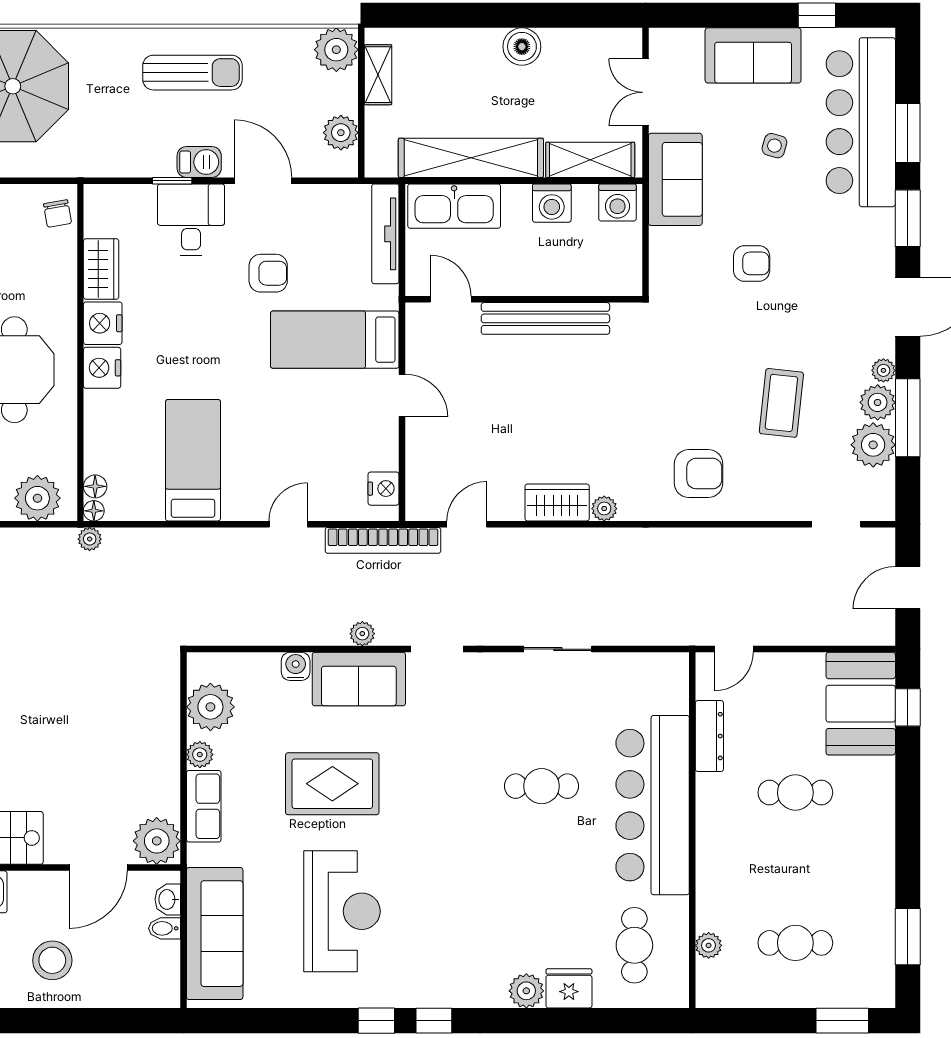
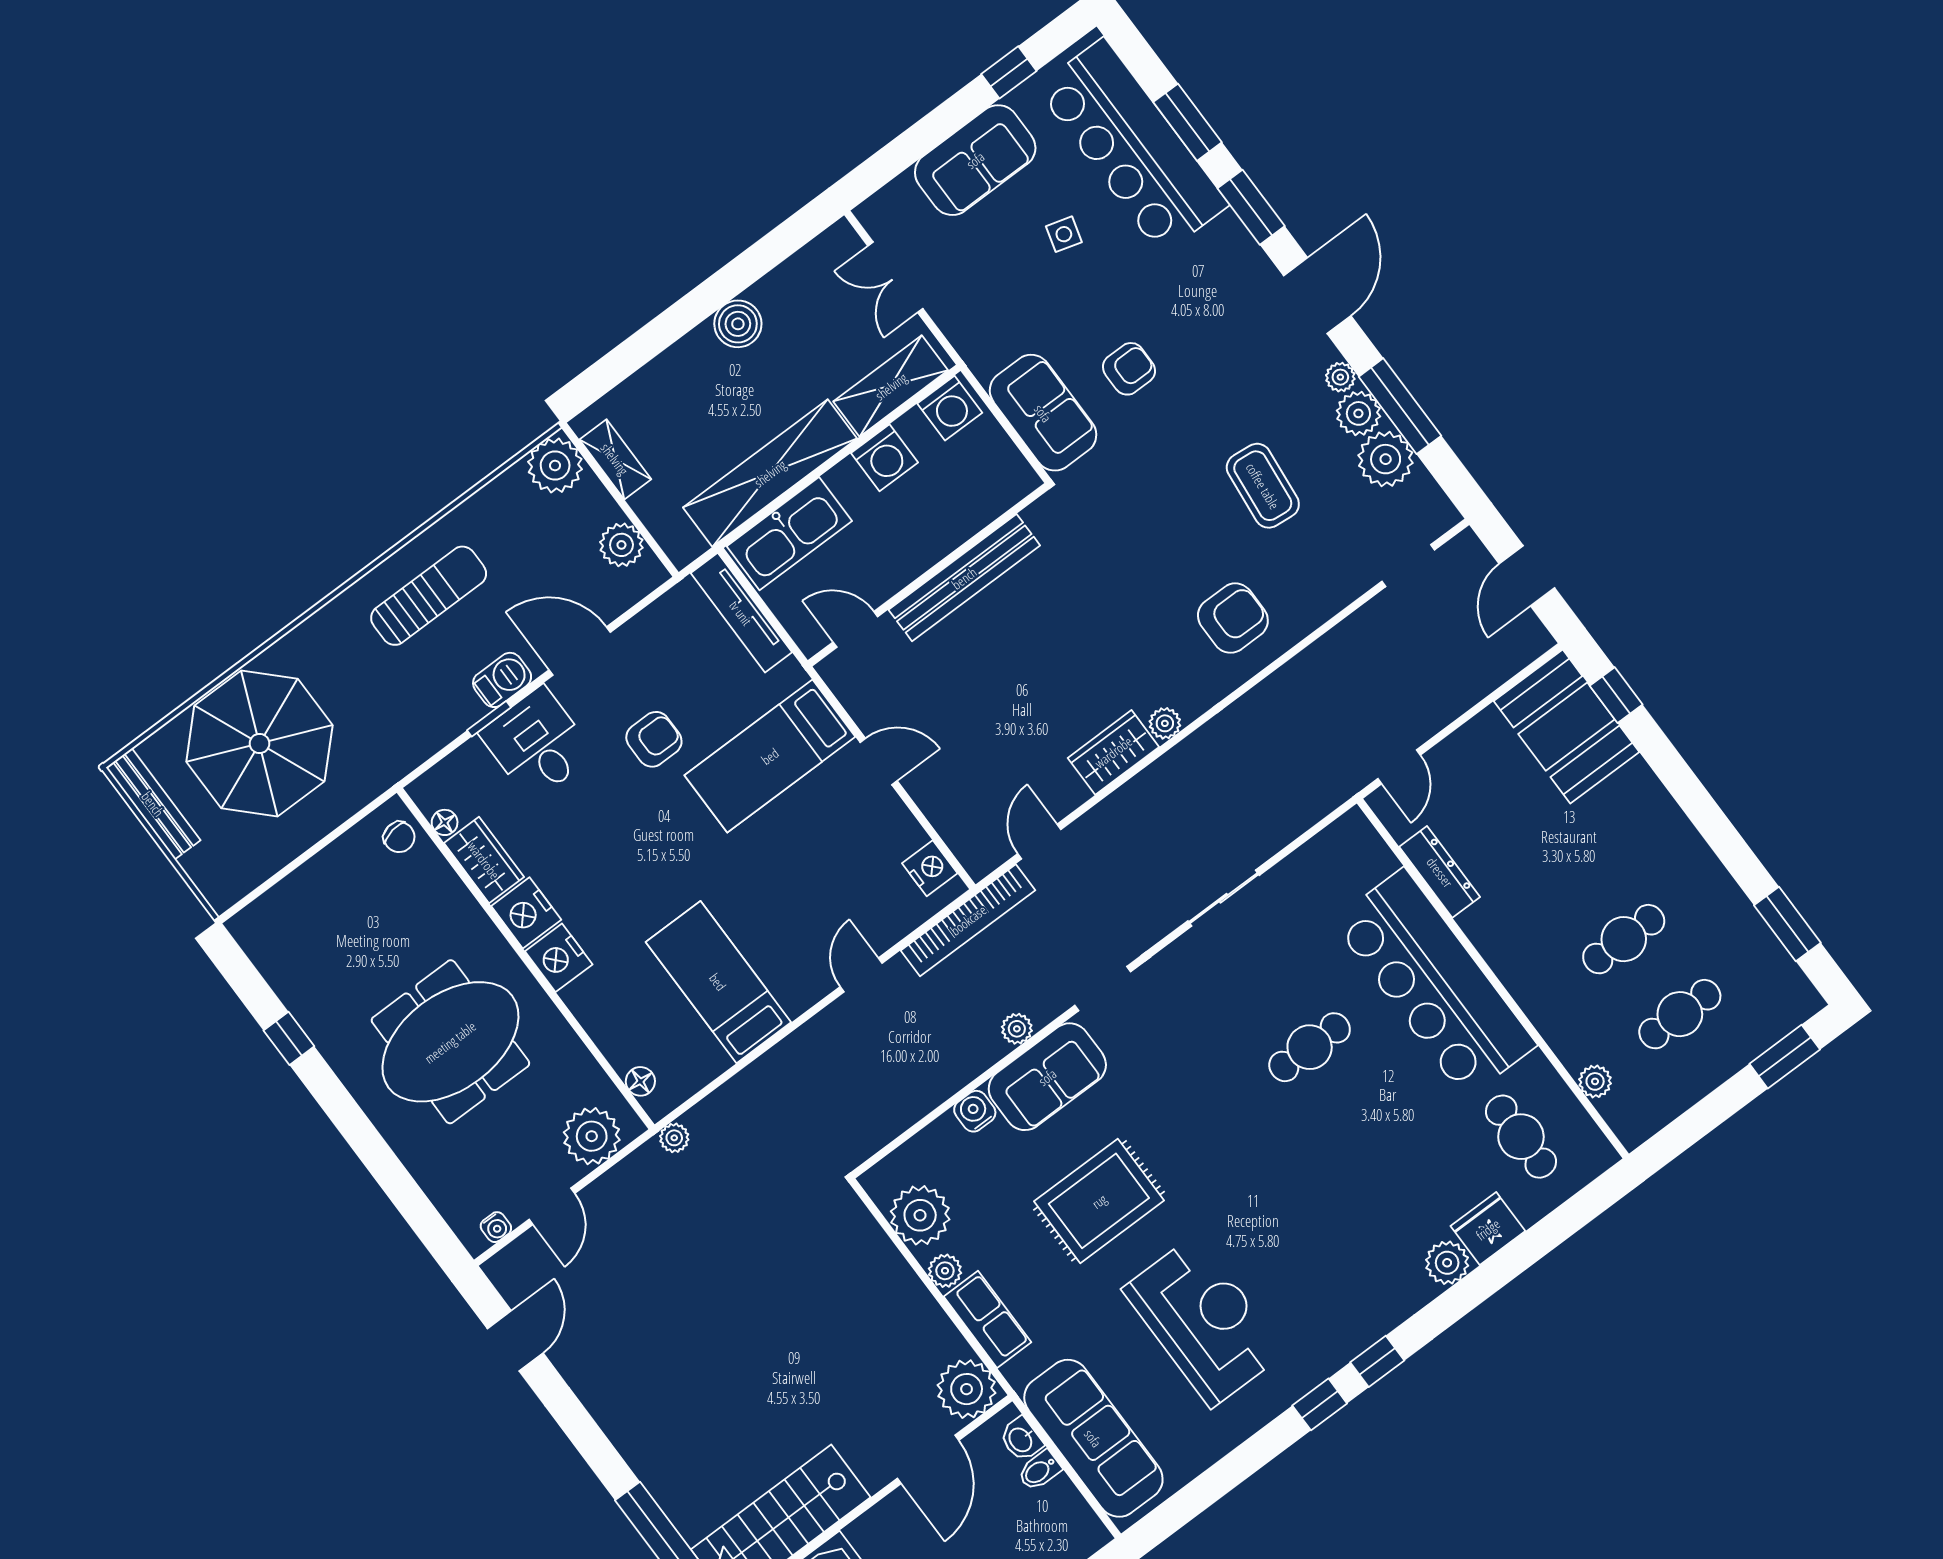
sofa: (675, 179) -> (1043, 413), moved
floor lamp: (94, 511) -> (445, 822), moved
cafe table: (795, 793) -> (1624, 939), moved

